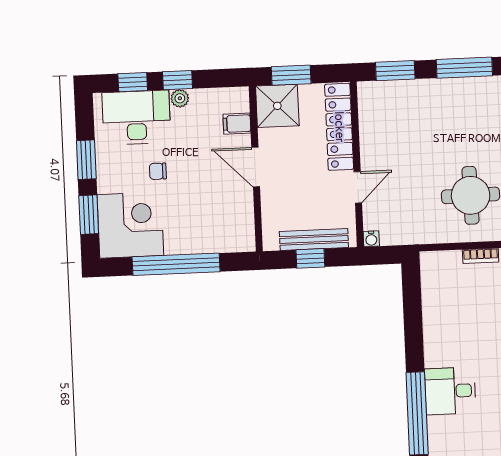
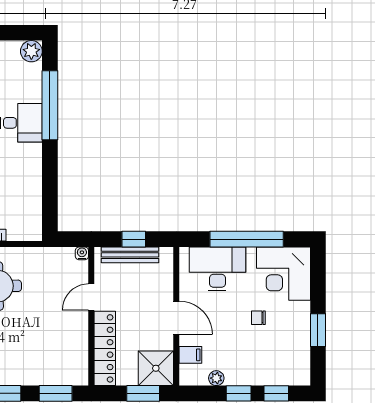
plant: (180, 98) -> (216, 378), moved
desk: (136, 117) -> (217, 269), moved, turned 180
chair: (158, 171) -> (258, 318), turned 180
window: (89, 215) -> (318, 284), removed

